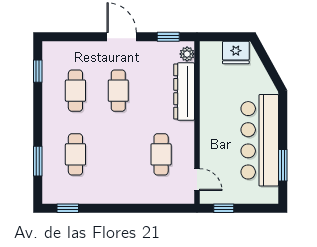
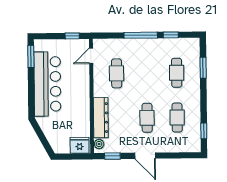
fridge: (236, 52) -> (80, 145), moved
window: (283, 165) -> (31, 56), moved
door: (197, 180) -> (91, 56), hinge flipped
window: (68, 208) -> (171, 35), moved
window: (126, 208) -> (141, 35), added

